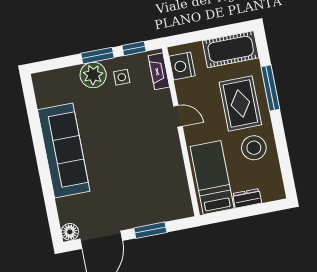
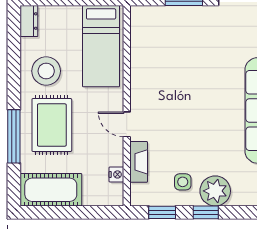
window: (98, 56) -> (206, 212), width x0.67
nightstand: (182, 66) -> (116, 174), width x0.53, depth x0.56
fireplace: (159, 71) -> (139, 162), moved
dresser: (247, 198) -> (29, 21), moved, turned -90

